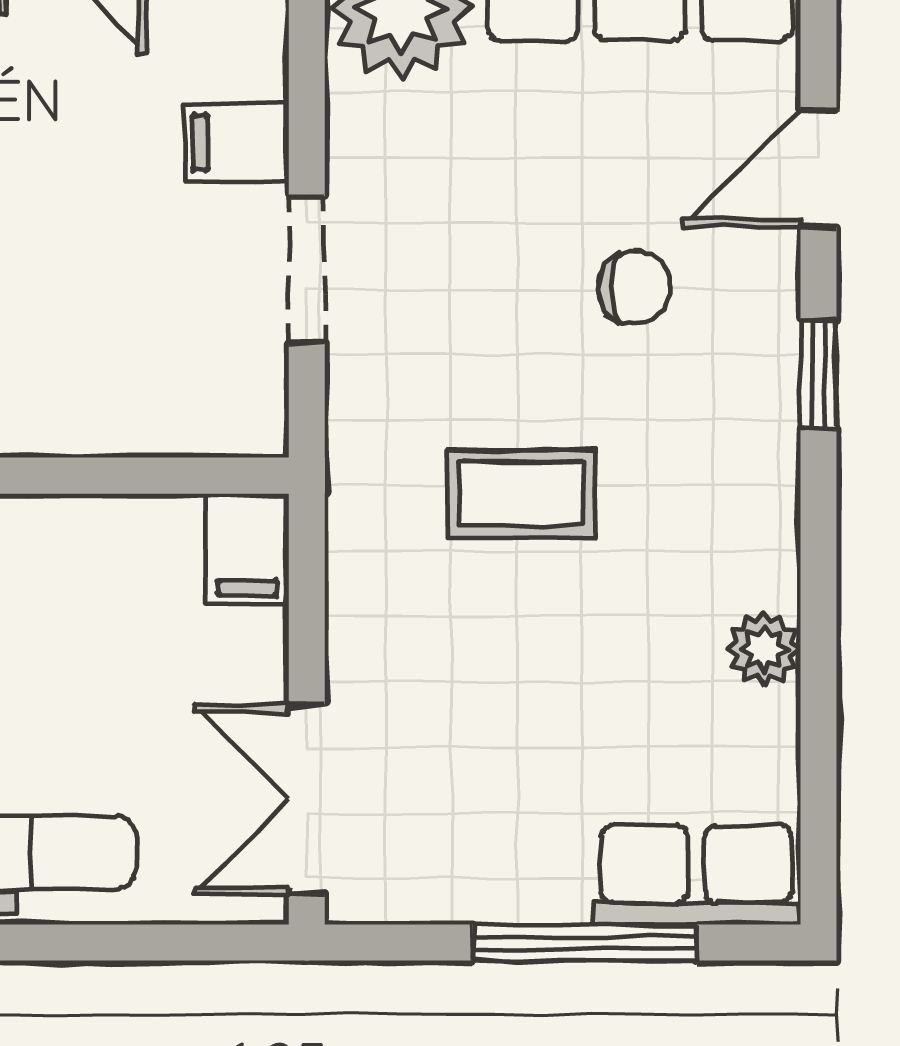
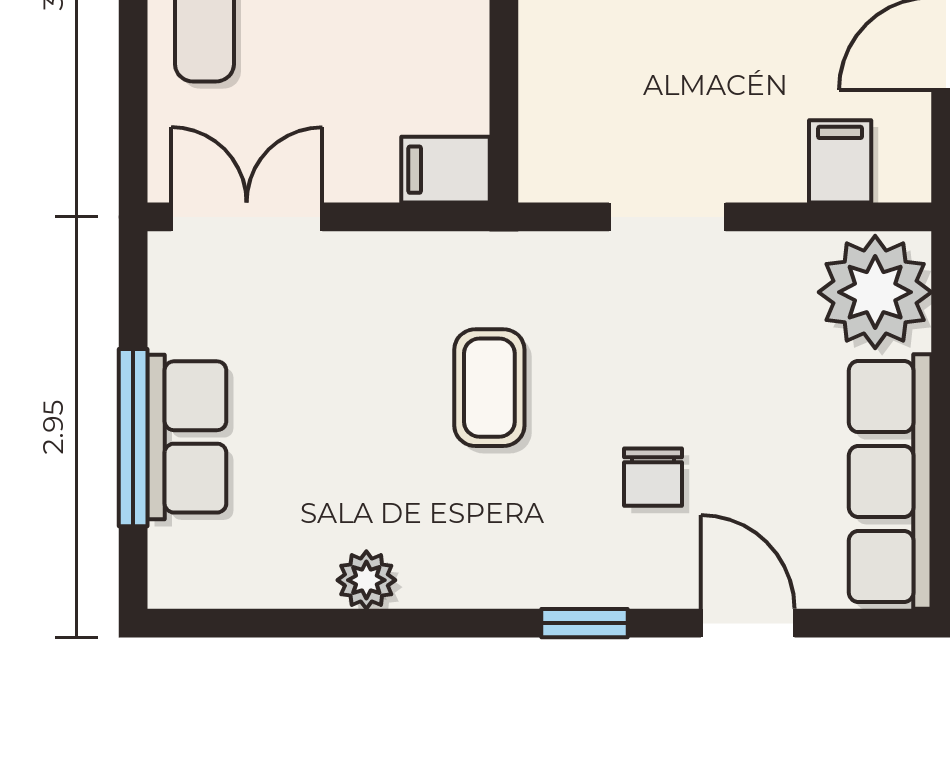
filing cabinet: (237, 143) -> (840, 161), moved
row of seats: (697, 875) -> (187, 437), moved

